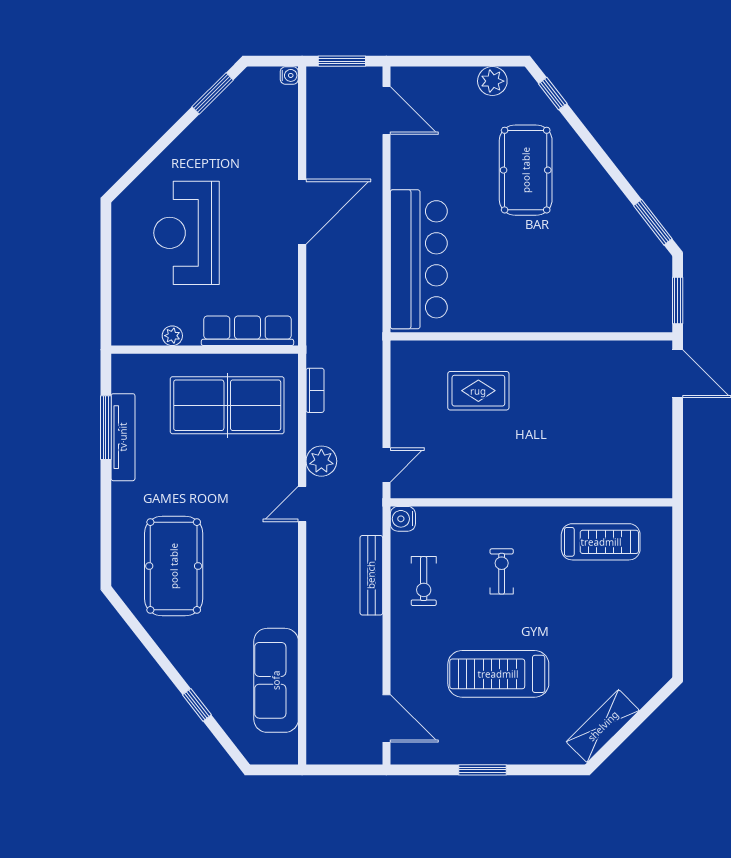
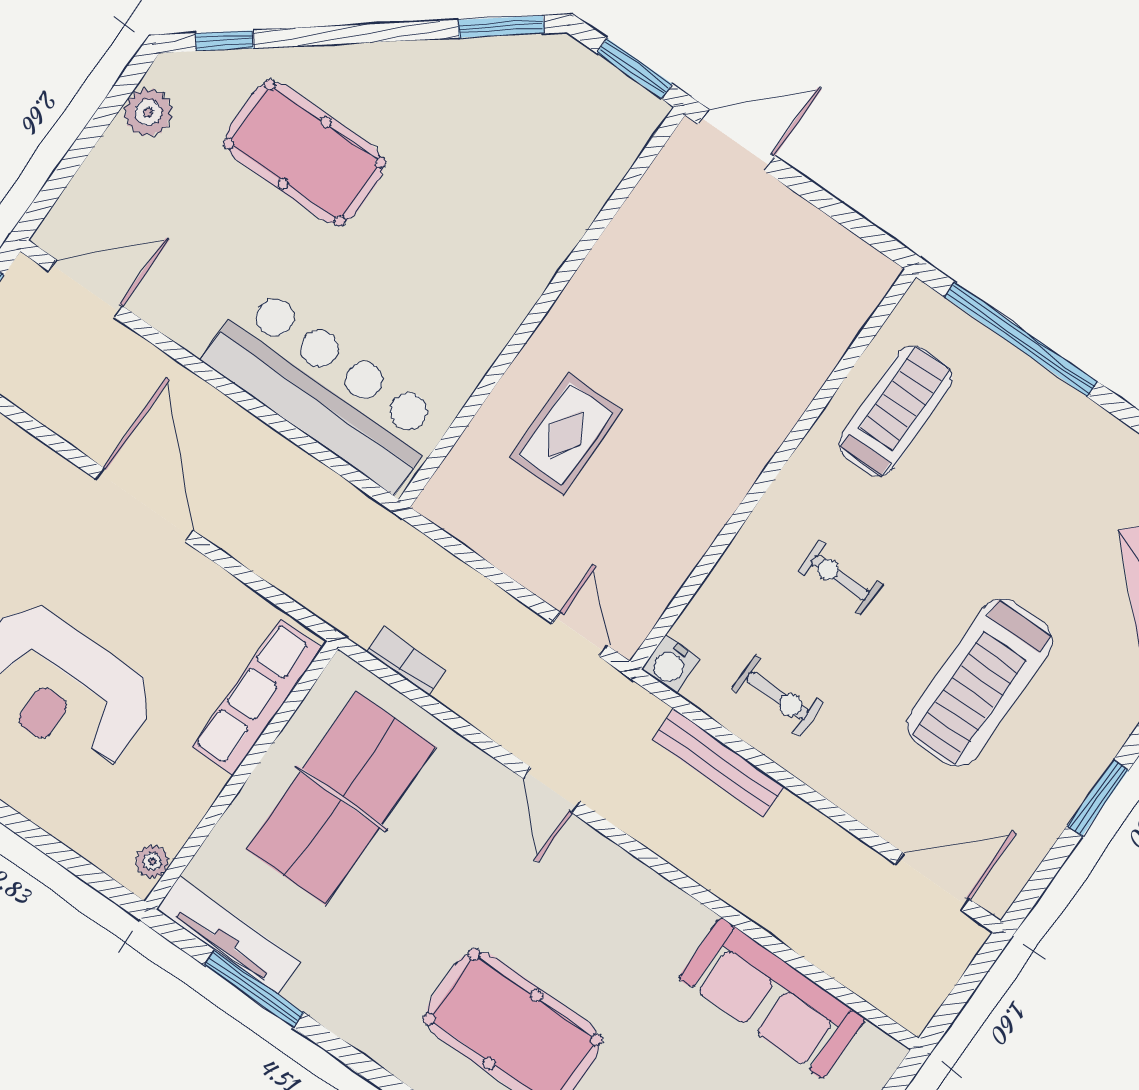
plant: (172, 336) -> (152, 862), moved
tv unit: (123, 437) -> (228, 935), moved
plant: (321, 461) -> (511, 721), removed
window: (678, 578) -> (1021, 339), added

